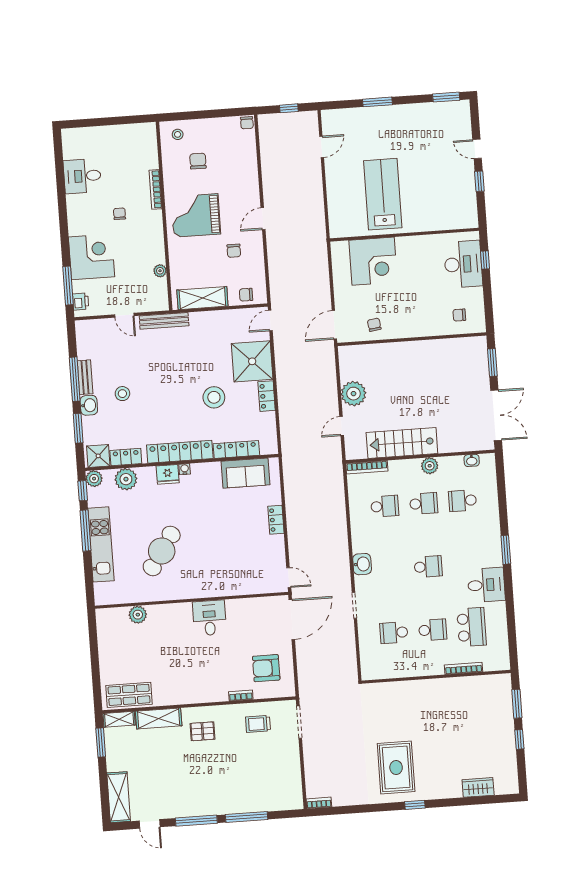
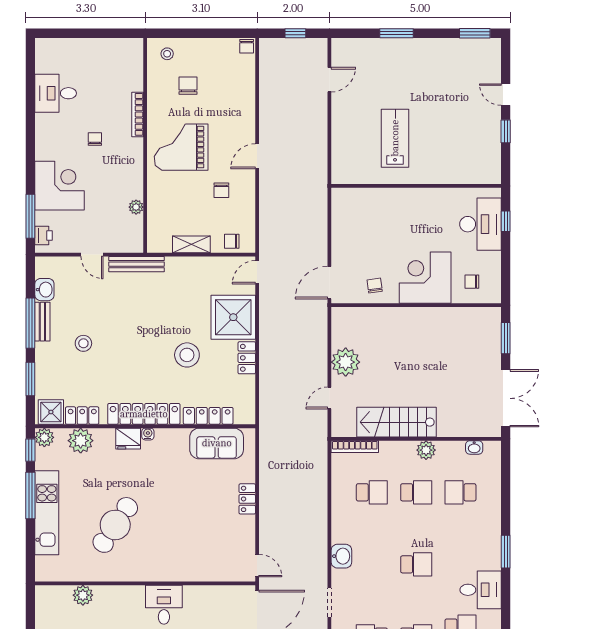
lab bench: (383, 194) -> (395, 138), width x0.73, depth x0.72
corner desk: (373, 261) -> (425, 278), moved, turned 180
shelving: (202, 298) -> (191, 244), width x0.67, depth x0.75
washbasin: (89, 405) -> (44, 290), moved

